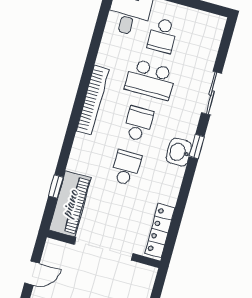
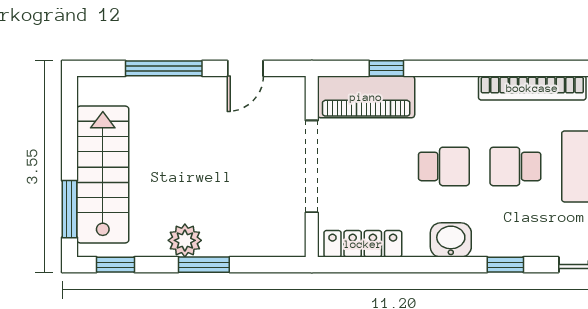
school desk: (138, 124) -> (515, 166), turned 180
washbasin: (179, 152) -> (451, 240), moved
door: (32, 273) -> (245, 68), hinge flipped

